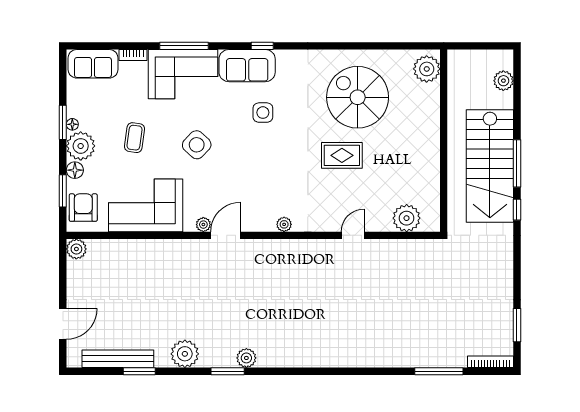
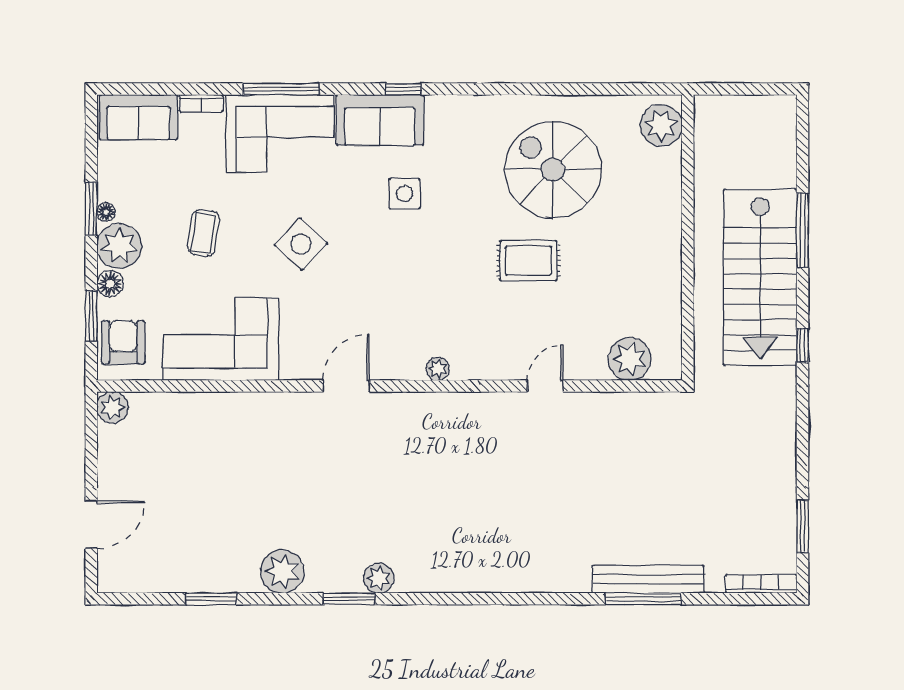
plant: (503, 81) -> (781, 144), removed
window: (517, 163) -> (803, 230), moved
plant: (203, 225) -> (311, 369), removed
bench: (118, 359) -> (648, 579), moved
window: (439, 371) -> (644, 599), moved

